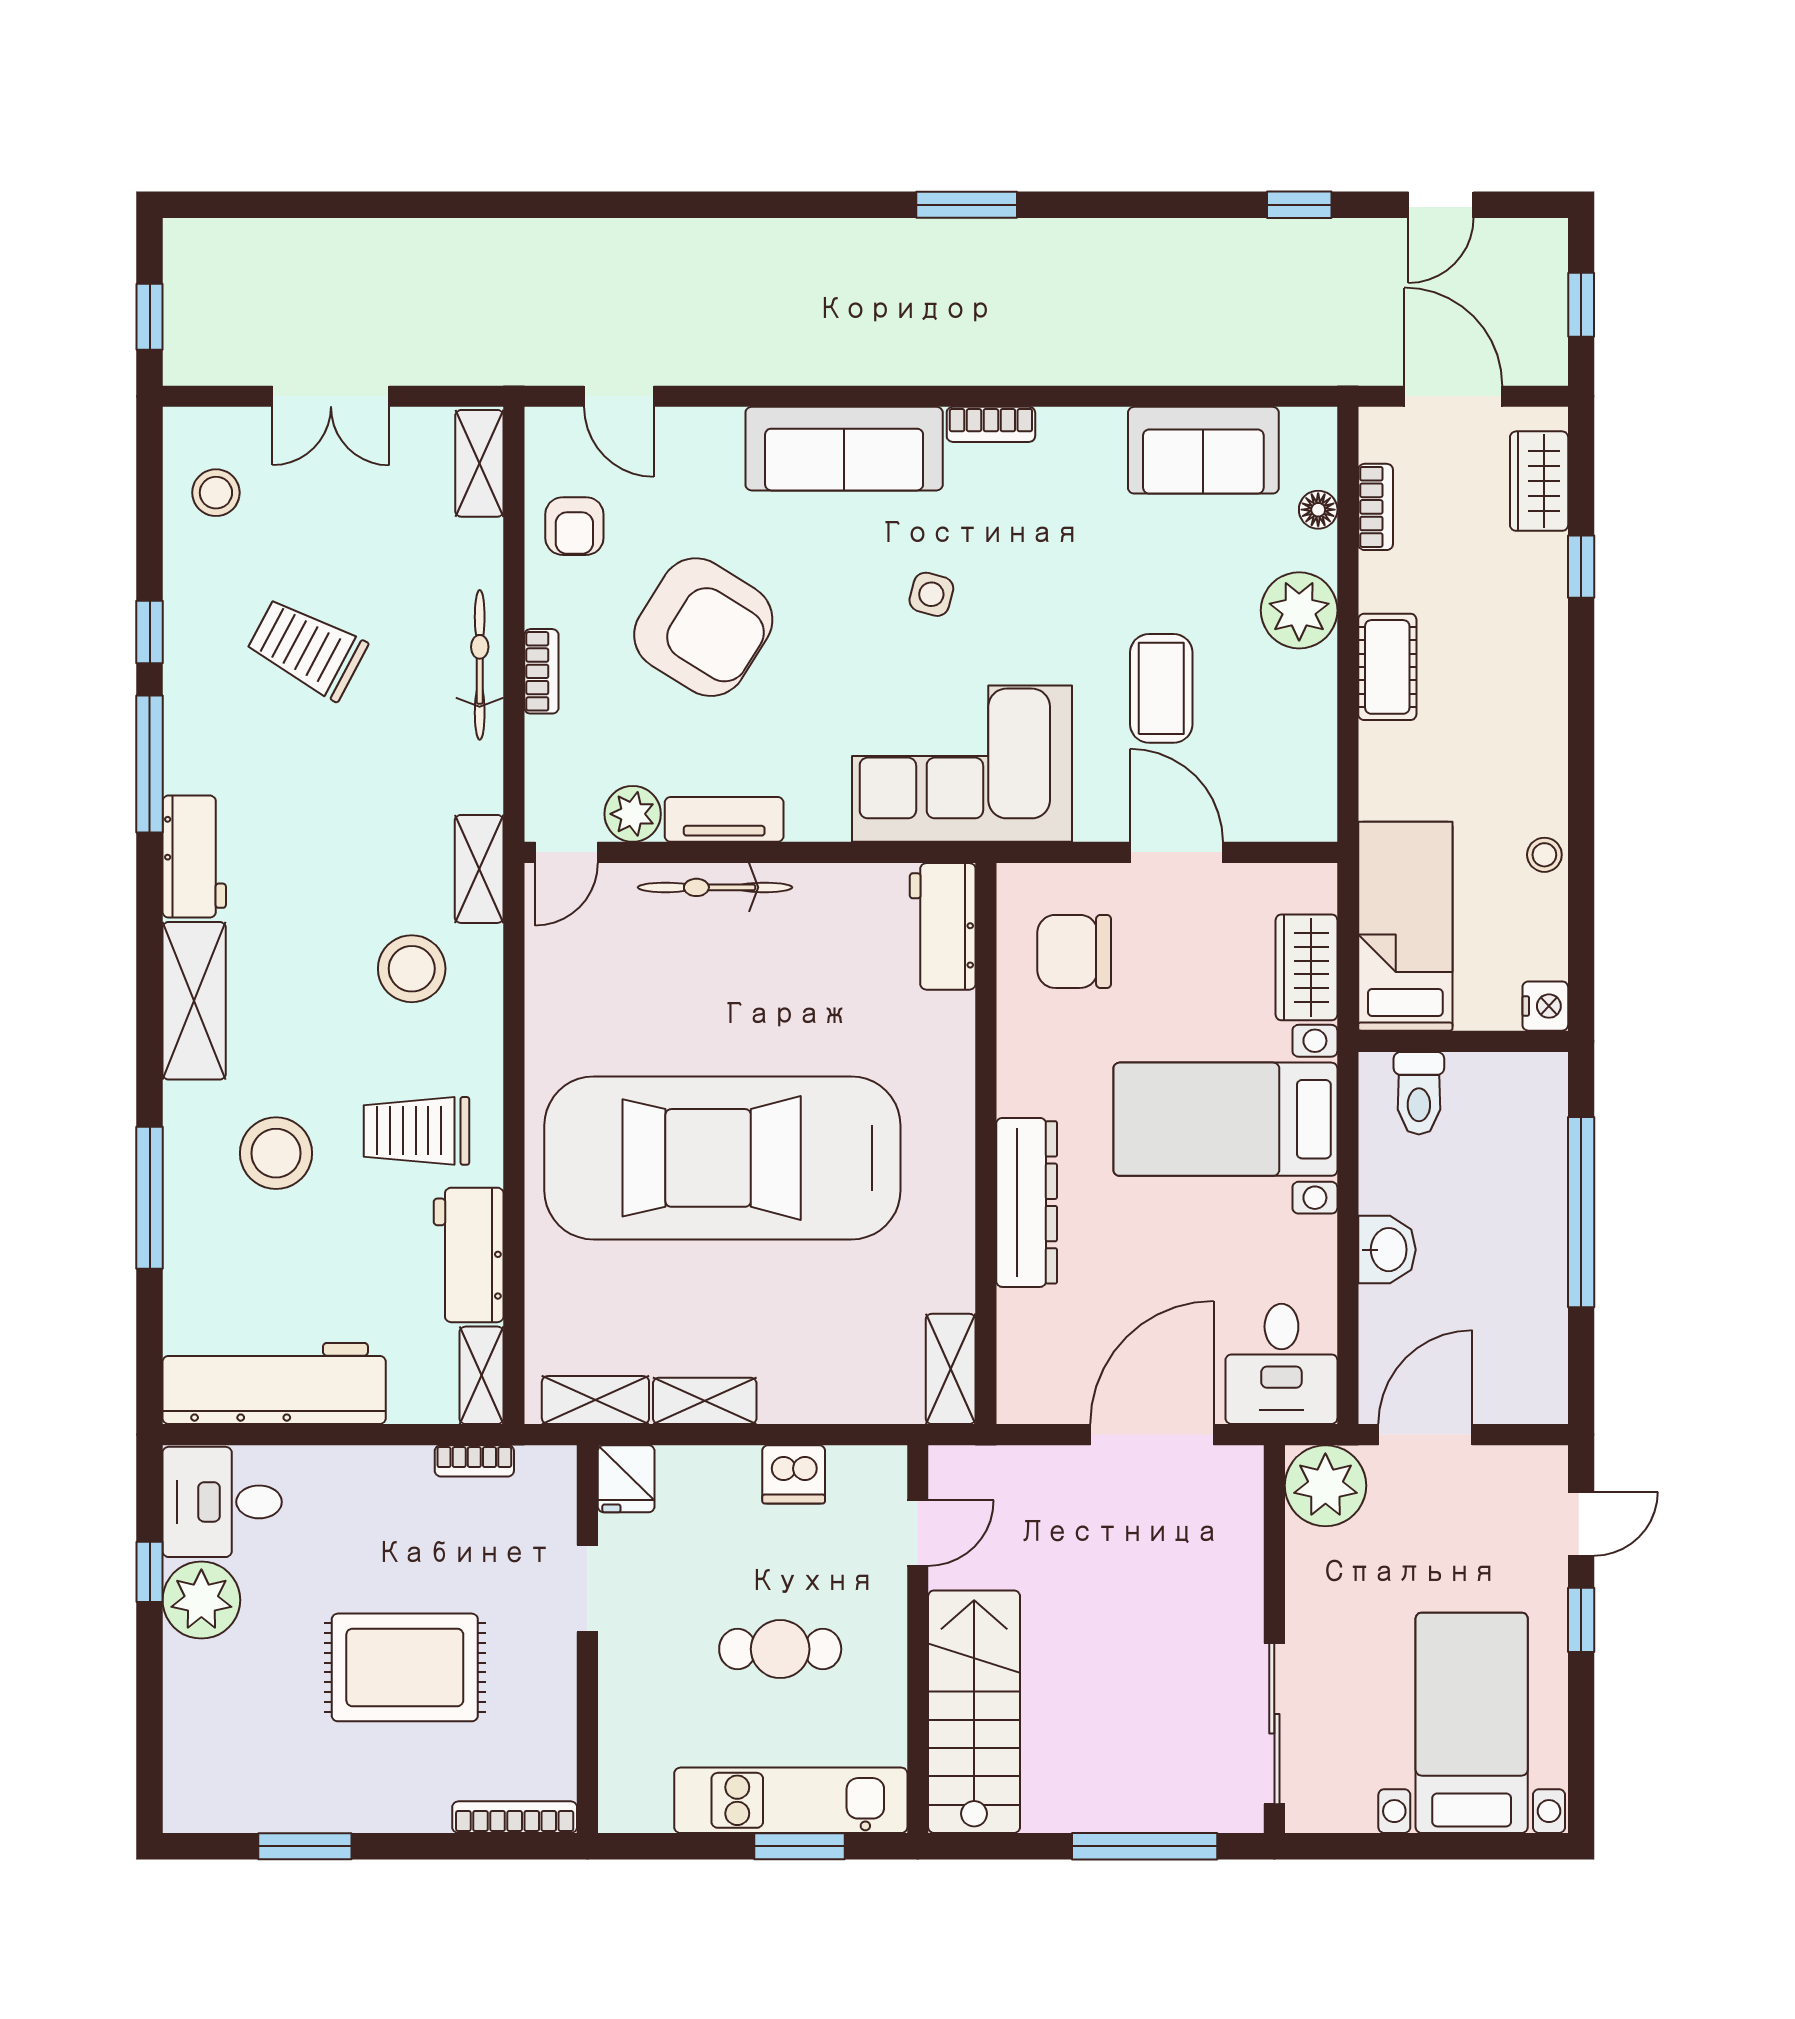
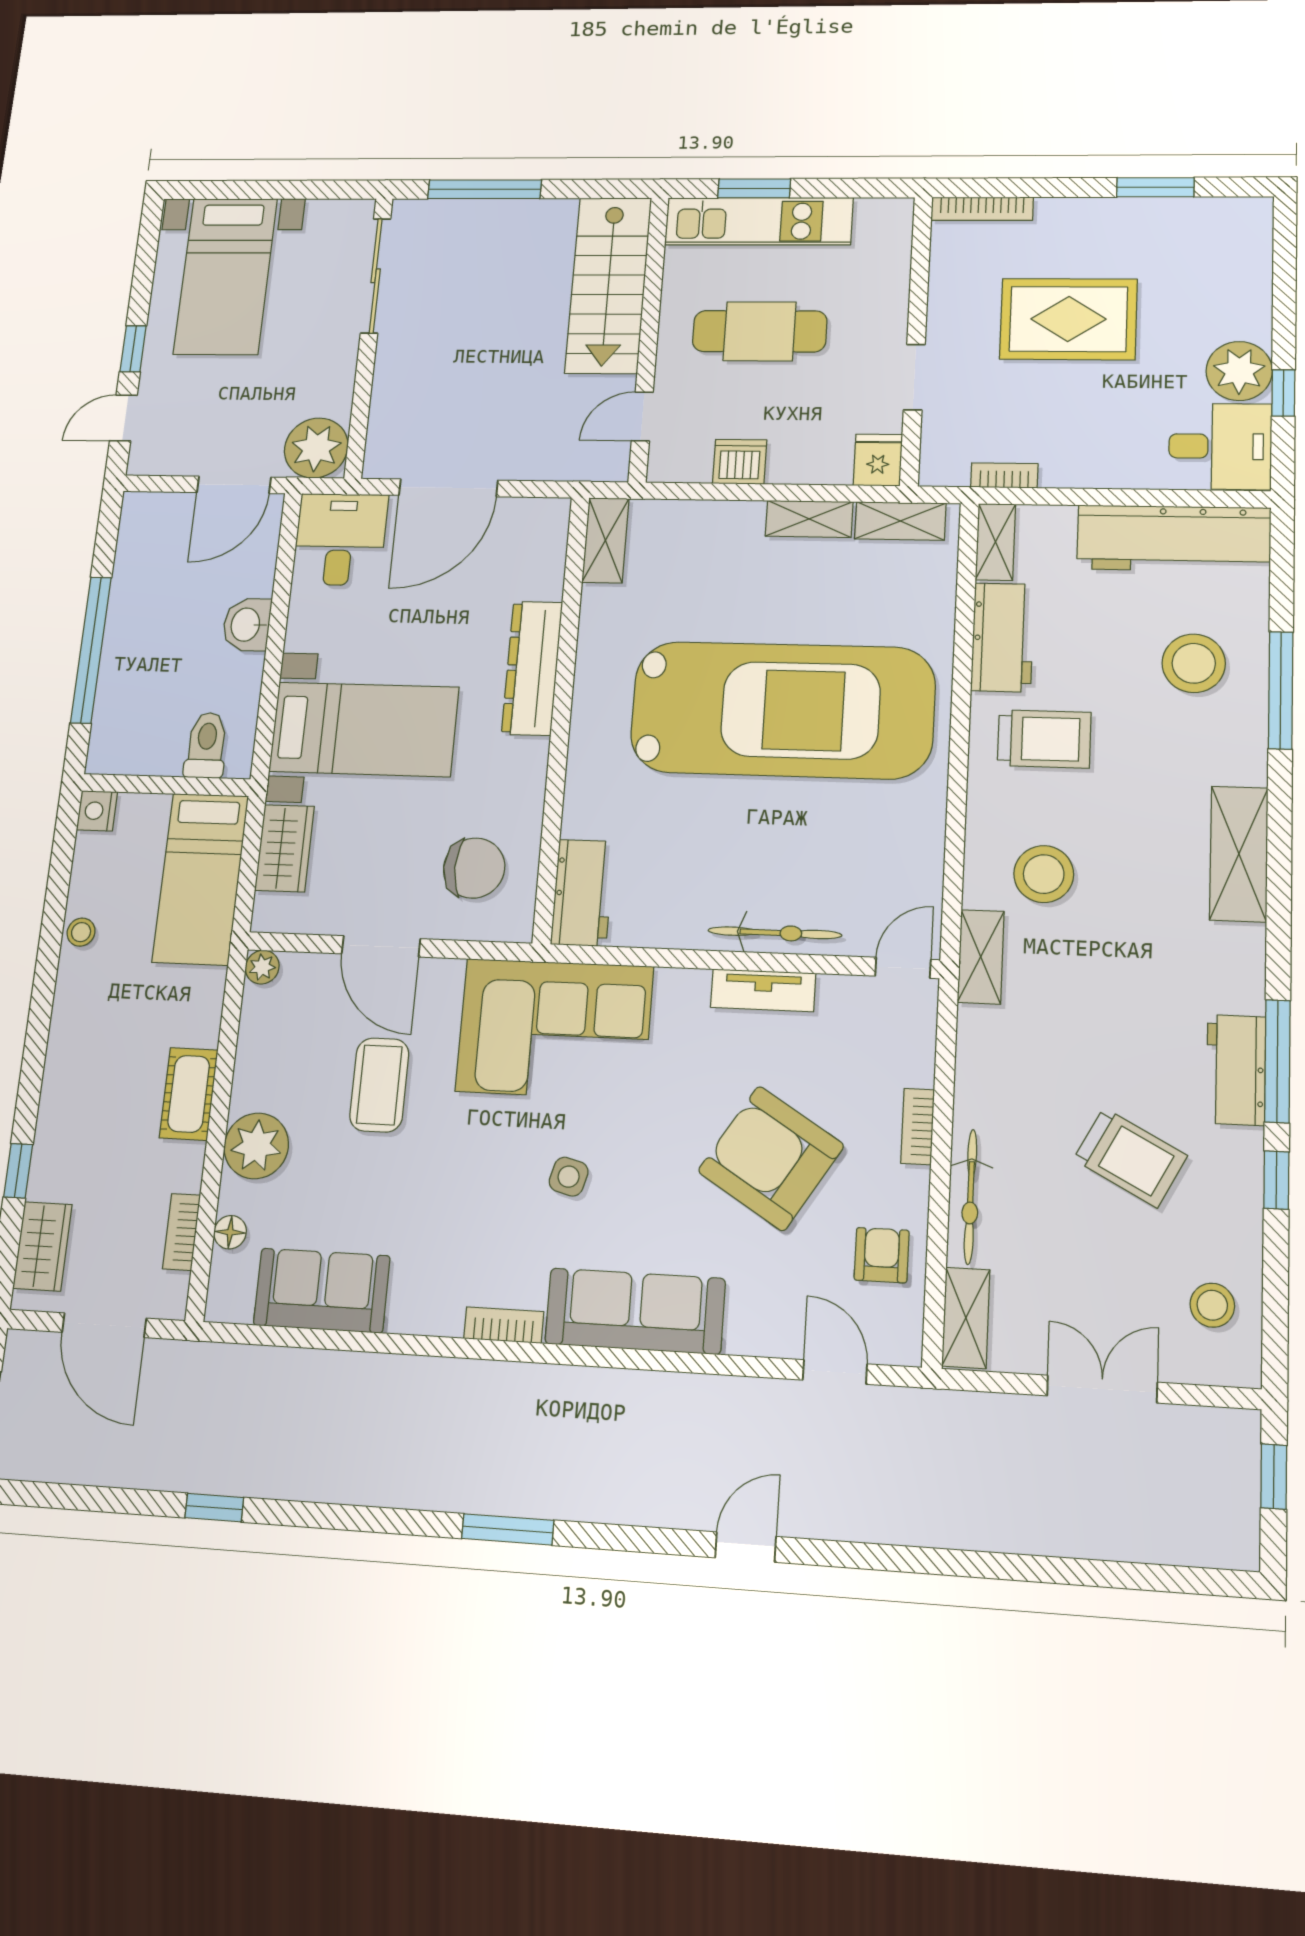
door: (1441, 205) -> (746, 1547), moved
bicycle: (480, 665) -> (970, 1197), moved
plant: (633, 814) -> (262, 967), moved, width x0.73, depth x0.73
workbench: (194, 857) -> (1236, 1070), moved
stool: (276, 1153) -> (1194, 663), moved
cafe table: (780, 1649) -> (760, 331), width x1.37, depth x1.35

